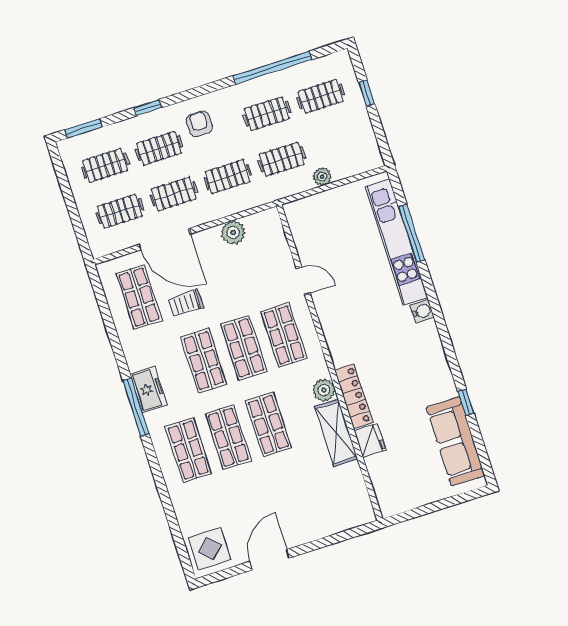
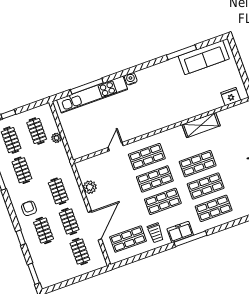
armchair: (199, 124) -> (29, 208), turned 90
clothes rail: (282, 159) -> (37, 131), moved
clothes rail: (105, 166) -> (54, 261), removed
trolley: (186, 303) -> (155, 233), moved
plant: (324, 390) -> (177, 133), removed
locker: (354, 396) -> (180, 116), removed
window: (466, 402) -> (181, 52), width x2.17
fridge: (370, 441) -> (231, 96), moved

